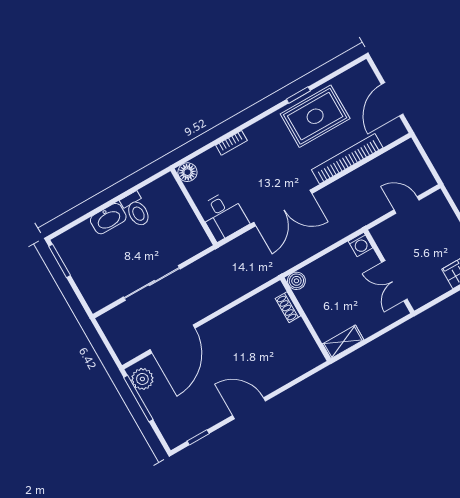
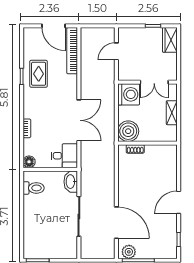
rug: (315, 116) -> (39, 74), width x0.73, depth x0.70
bookcase: (347, 159) -> (72, 51), moved
toilet: (136, 210) -> (34, 188), moved
washbasin: (108, 219) -> (71, 182), moved, turned 180
washing machine: (360, 244) -> (129, 94), width x1.89, depth x1.89
boiler: (296, 281) -> (128, 131), width x1.86, depth x1.86
shelving: (343, 342) -> (172, 113), moved

